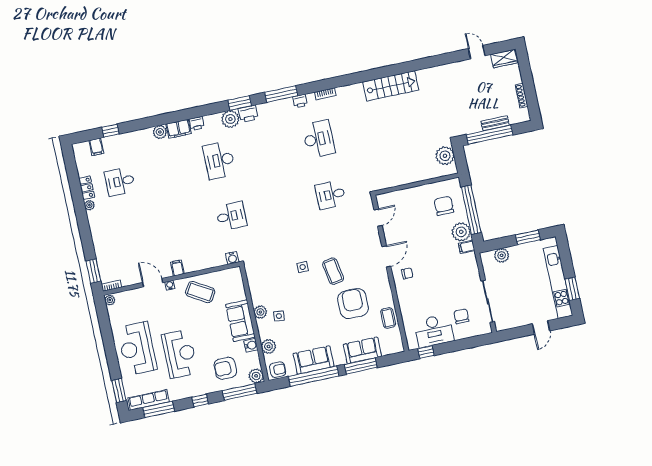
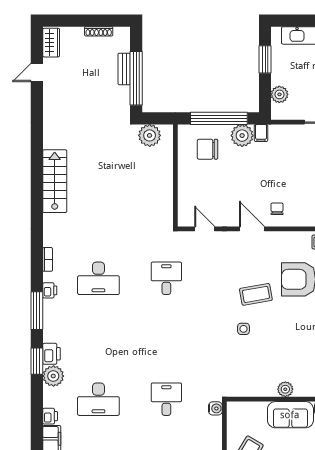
desk: (319, 139) -> (98, 278), turned 180
desk: (331, 195) -> (166, 278), turned 180
side table: (279, 316) -> (295, 369), removed

